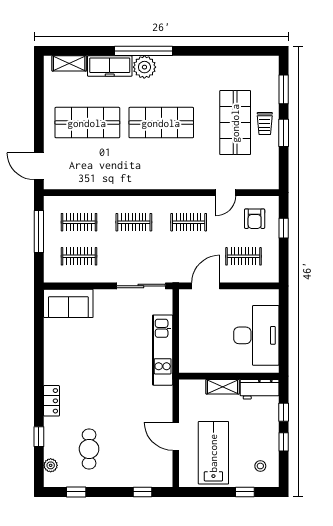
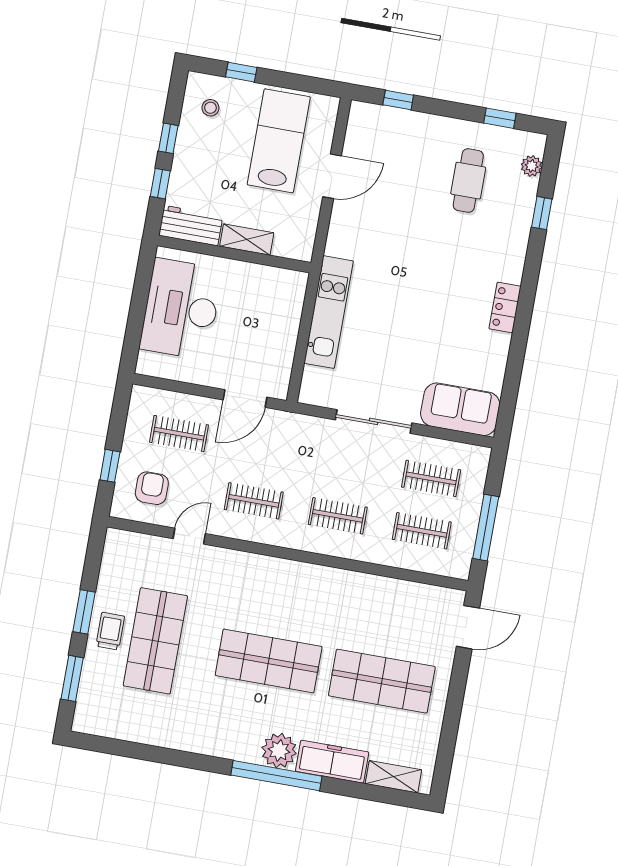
door: (39, 166) -> (468, 627), hinge flipped
sliding door: (141, 286) -> (374, 421), moved
locker: (52, 401) -> (505, 308), moved
door: (176, 436) -> (332, 176), hinge flipped
lab bench: (213, 453) -> (279, 141), turned 180

